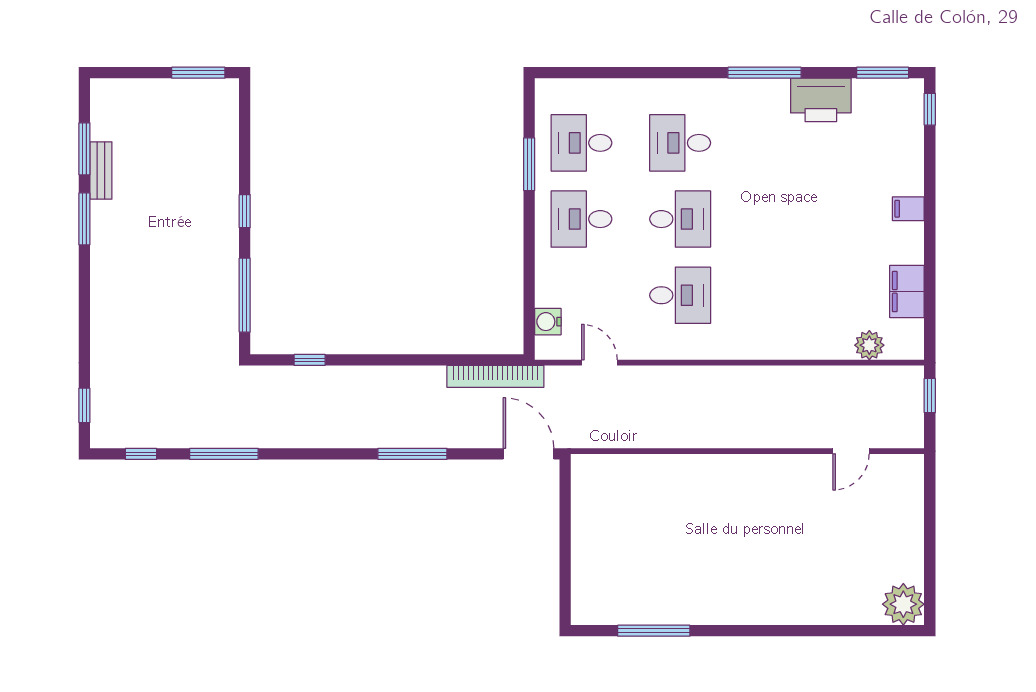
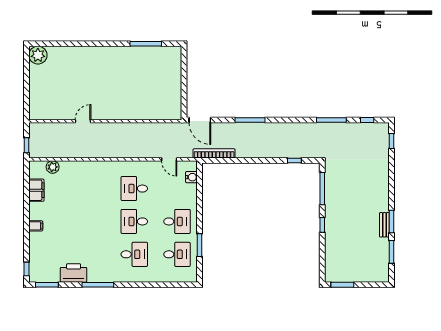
bench: (101, 171) -> (384, 225), moved
door: (851, 451) -> (83, 121), moved

